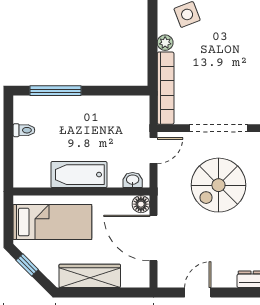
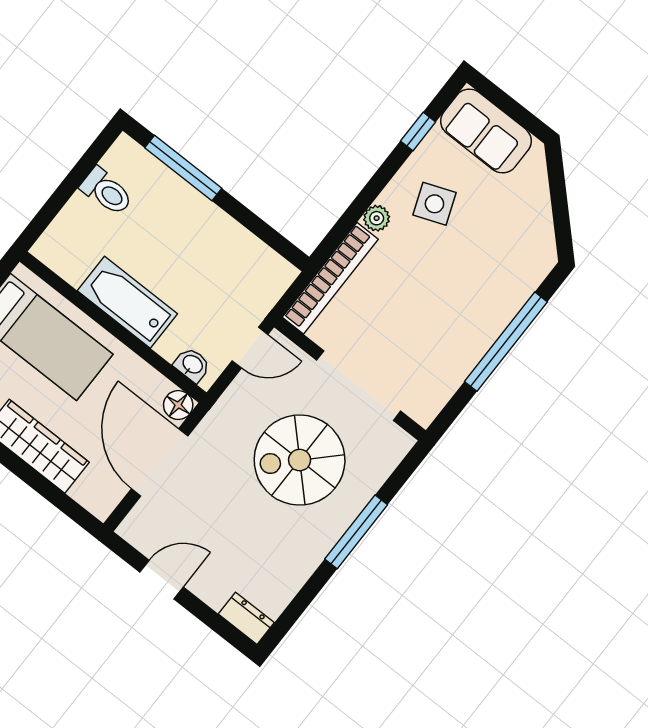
toilet: (24, 130) -> (106, 191), width x1.37, depth x1.39

